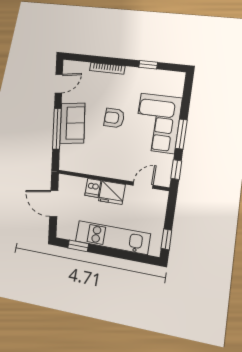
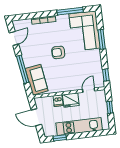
window: (148, 65) -> (70, 11), width x2.17
sofa: (72, 123) -> (37, 80), moved
corner sofa: (157, 123) -> (85, 31), moved
window: (181, 134) -> (102, 39), moved
window: (166, 239) -> (110, 107), moved

